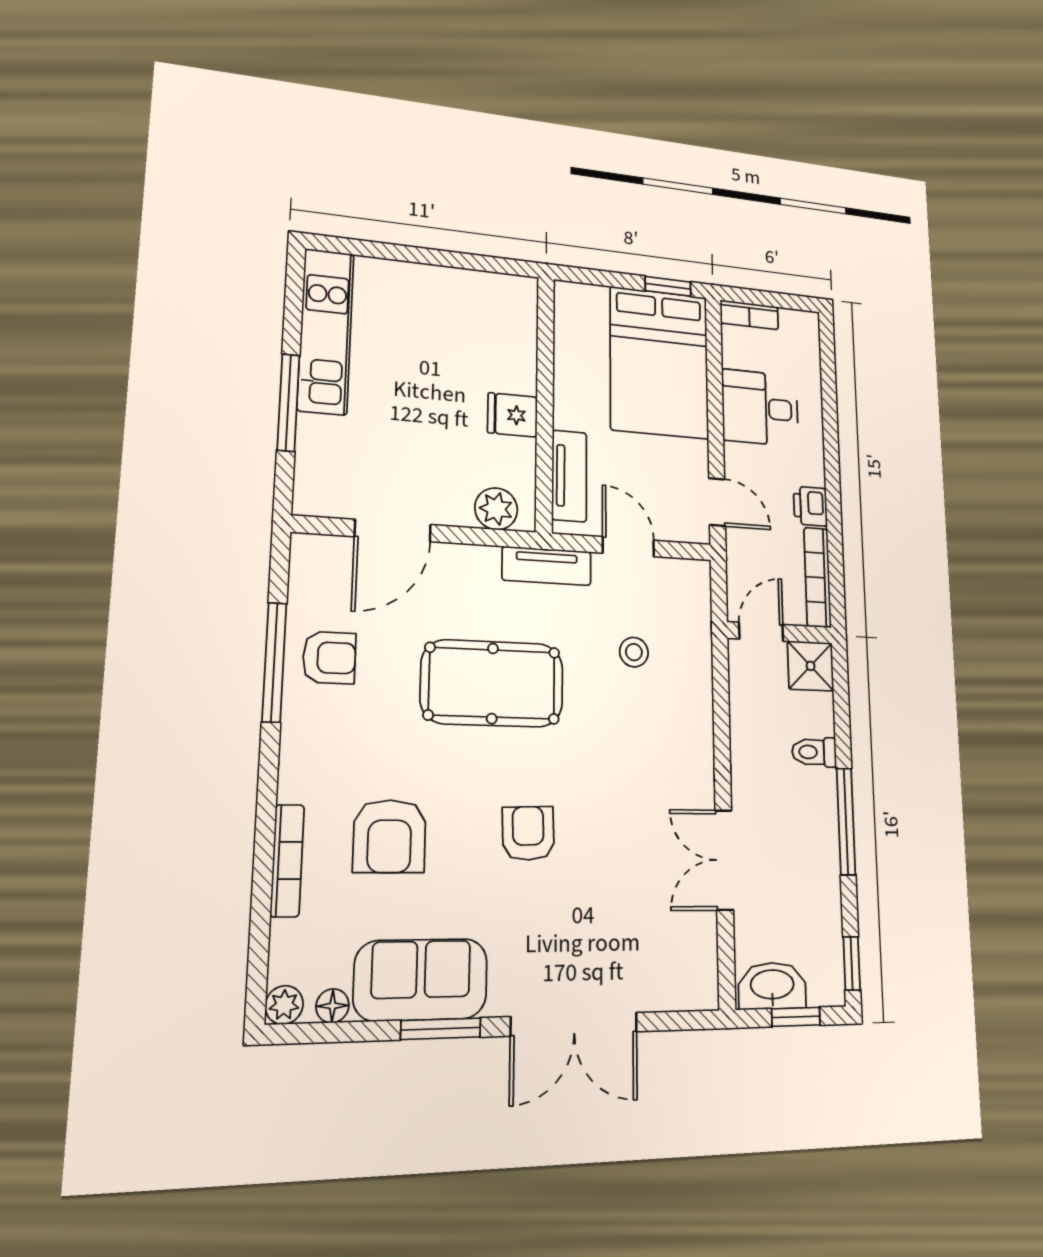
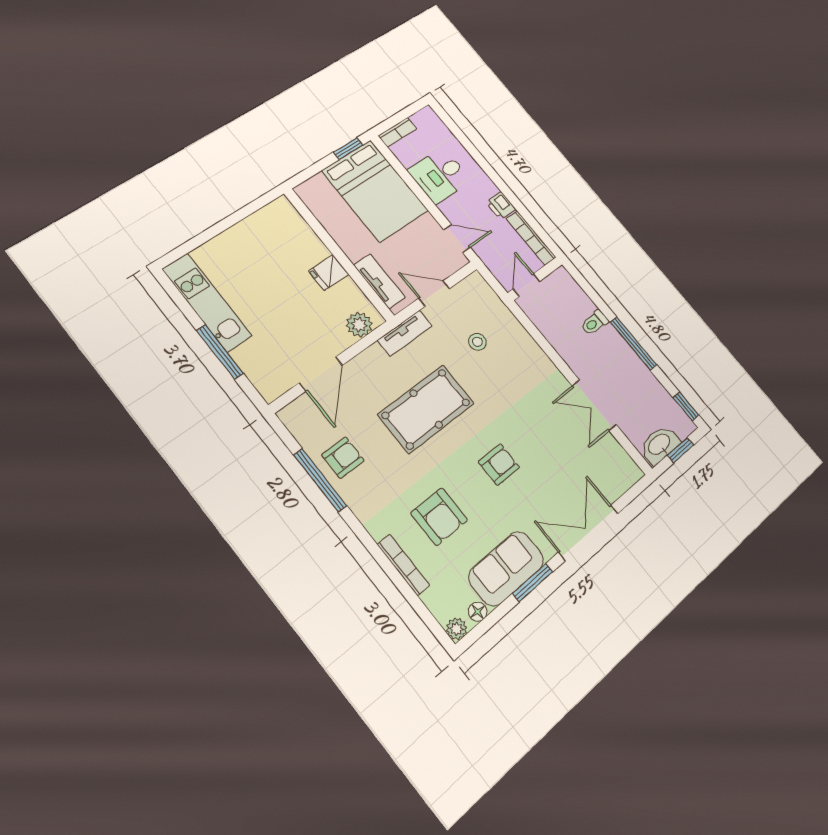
shower: (811, 666) -> (561, 283), removed
armchair: (528, 833) -> (499, 464), turned 92
double door: (574, 1024) -> (588, 533), swing flipped

